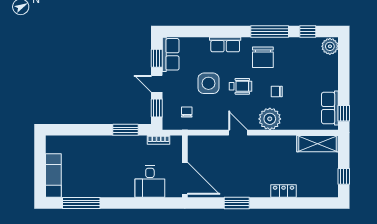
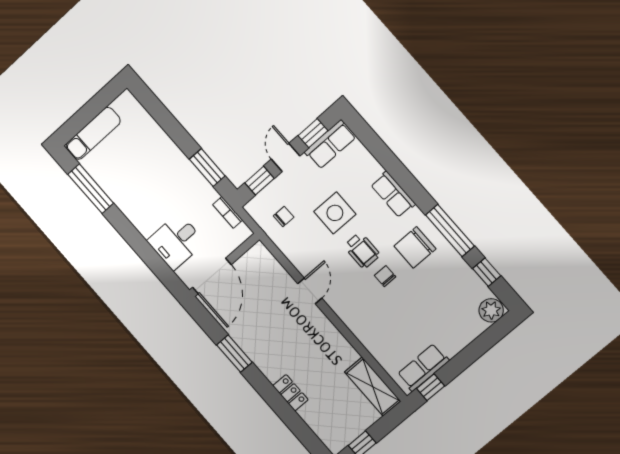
chair: (277, 91) -> (385, 276), moved
plant: (270, 119) -> (354, 312), removed

